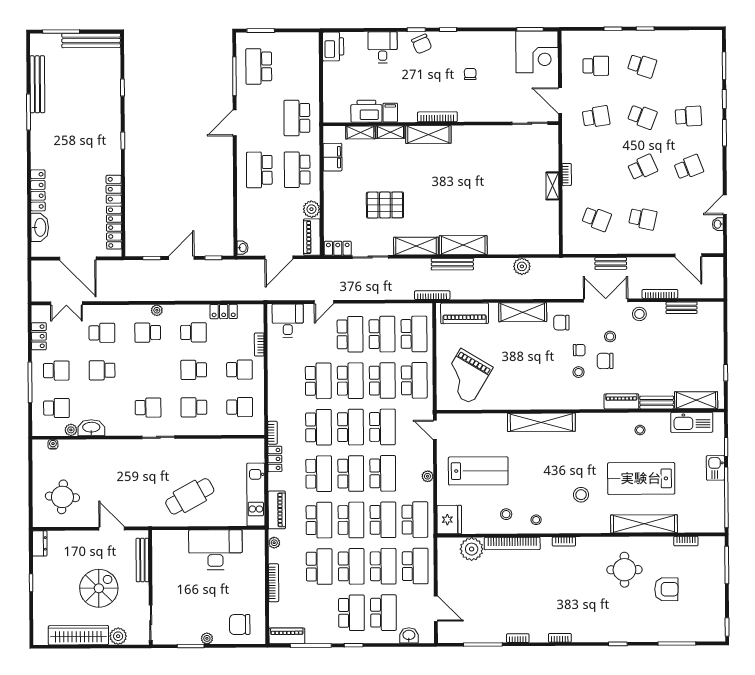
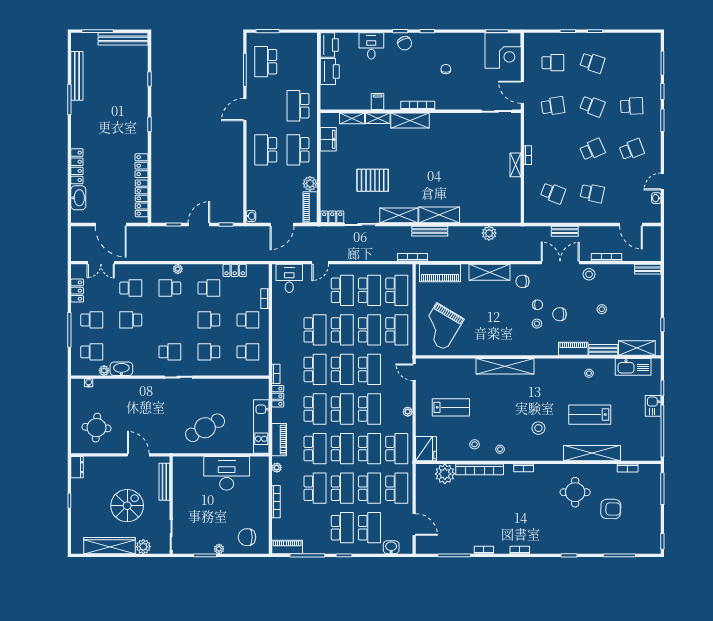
printer: (366, 111) -> (330, 72), moved, turned 90
bench: (681, 308) -> (648, 269), moved
stool: (610, 337) -> (602, 309), moved
lab bench: (478, 471) -> (451, 407), width x0.73, depth x0.72
lab bench: (641, 478) -> (590, 415), width x0.73, depth x0.72

